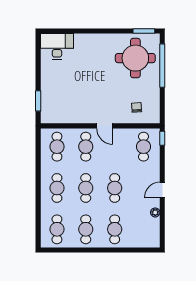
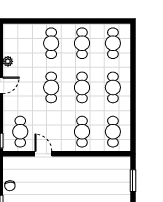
chair: (137, 107) -> (10, 186), moved
door: (105, 126) -> (43, 154), moved

